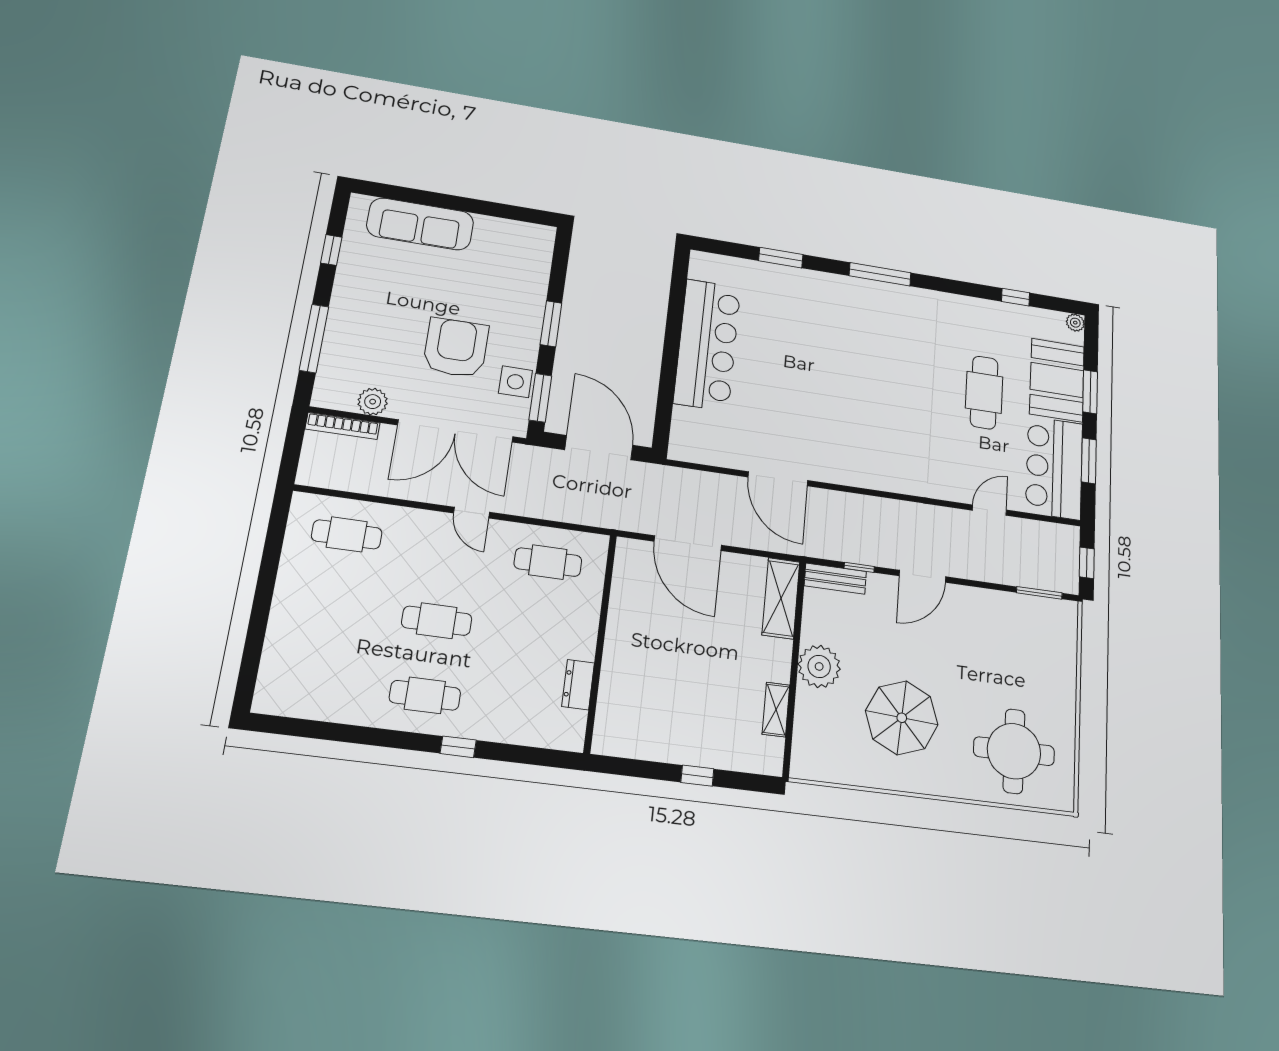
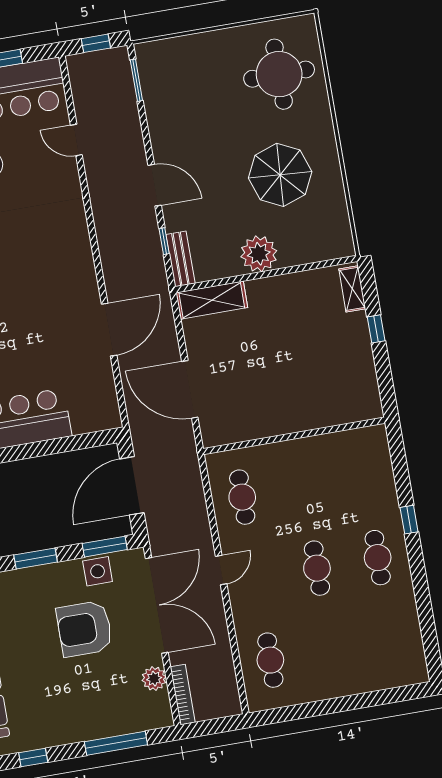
door: (688, 543) -> (190, 389), swing flipped
dresser: (578, 685) -> (333, 443), removed
shelving: (776, 710) -> (352, 289), moved, turned 90

